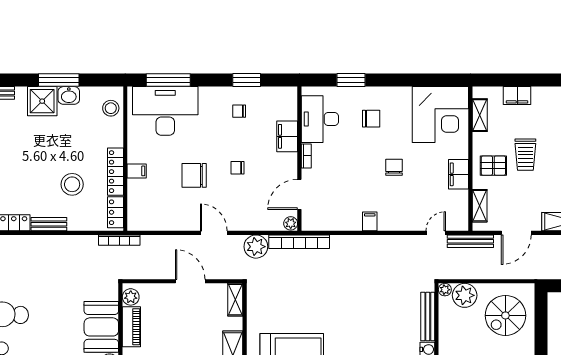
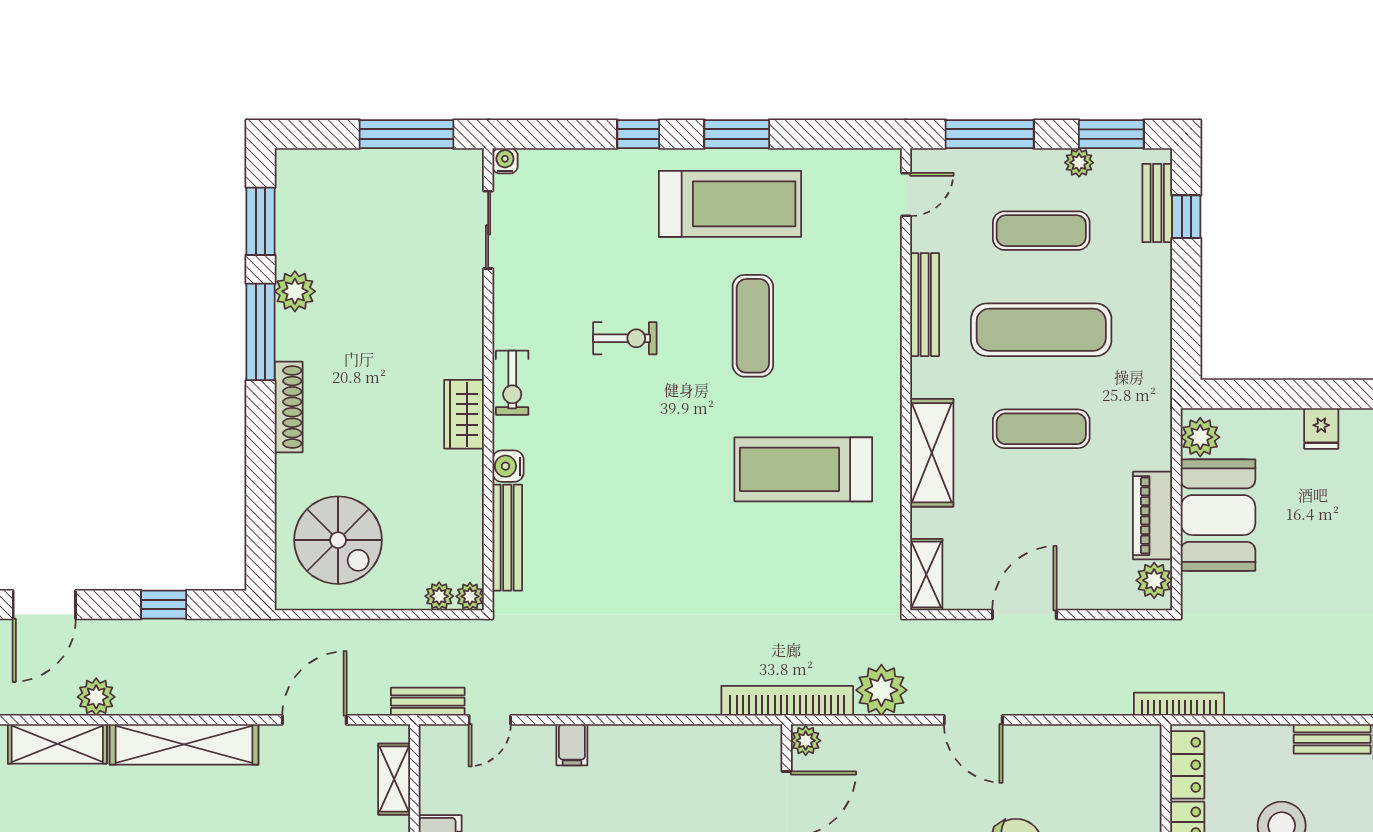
filing cabinet: (370, 221) -> (572, 745), moved
bench: (470, 241) -> (428, 702), width x0.73
door: (190, 281) -> (1024, 615), swing flipped
plant: (465, 295) -> (439, 596), width x0.53, depth x0.53
spiral stairs: (505, 315) -> (338, 540), turned 90

